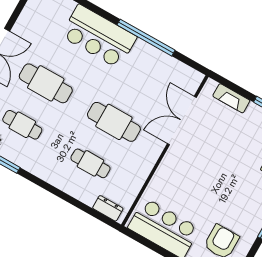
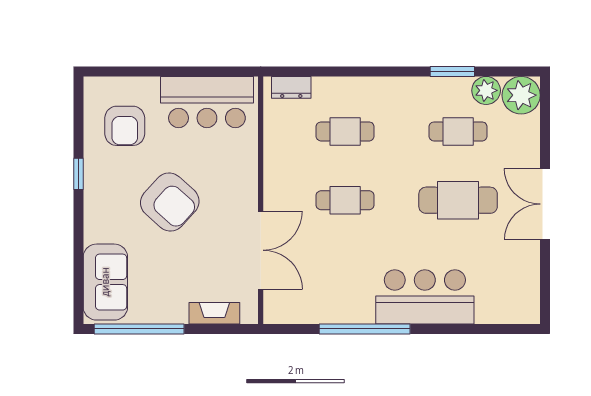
cafe table: (114, 122) -> (345, 200), width x0.73, depth x0.74
armchair: (220, 181) -> (170, 202), added

